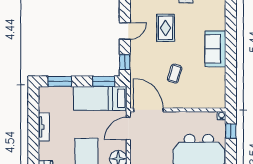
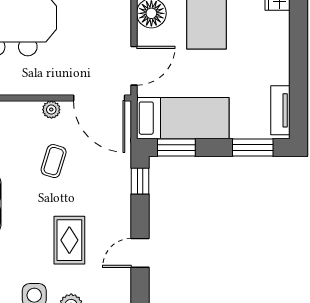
door: (125, 31) -> (140, 253), moved
plant: (176, 103) -> (51, 110), added
tv unit: (44, 127) -> (280, 110), moved

